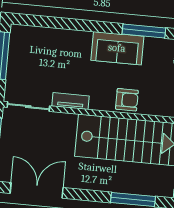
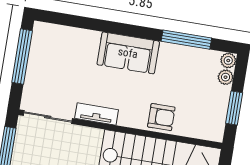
sofa: (117, 48) -> (128, 53), moved

